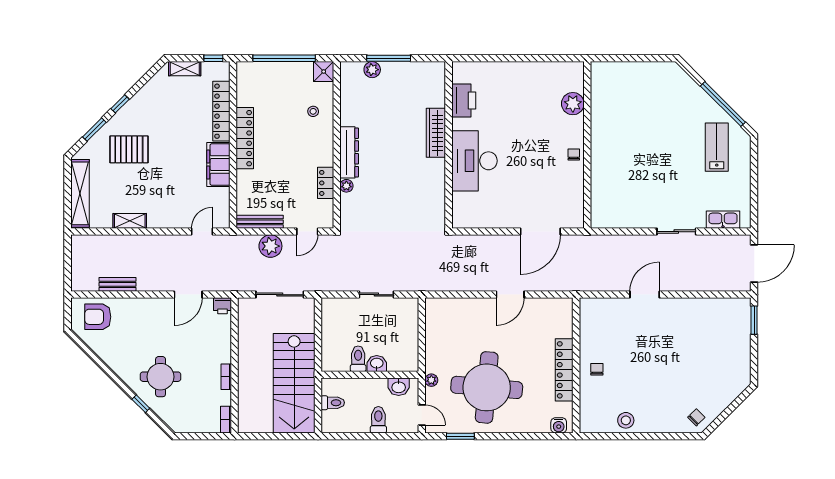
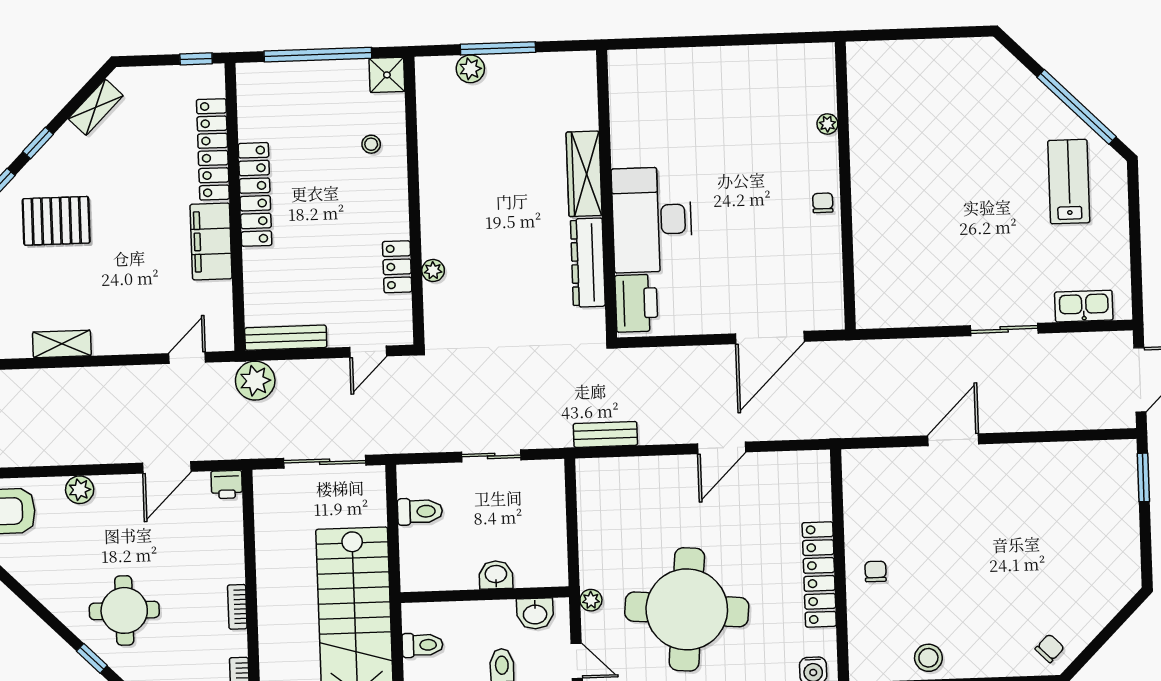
shelving: (185, 69) -> (96, 107), moved, turned -45
printer: (464, 100) -> (636, 303), moved
plant: (573, 104) -> (827, 124), width x0.53, depth x0.53
dresser: (349, 152) -> (588, 263), moved, turned 180
plant: (270, 246) -> (255, 381), moved
bench: (118, 284) -> (605, 434), moved
plant: (137, 306) -> (80, 490), added
toilet: (358, 359) -> (420, 511), moved, turned 90

